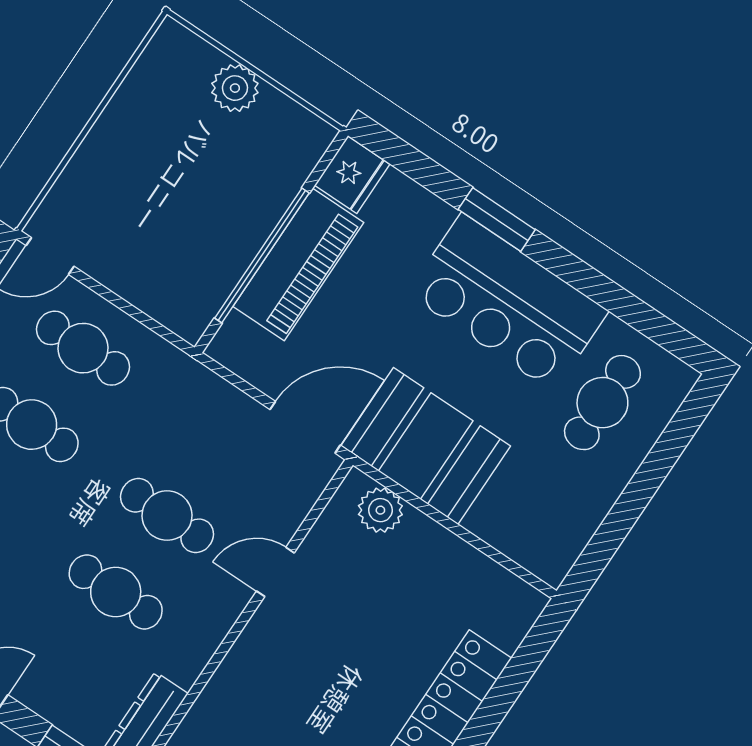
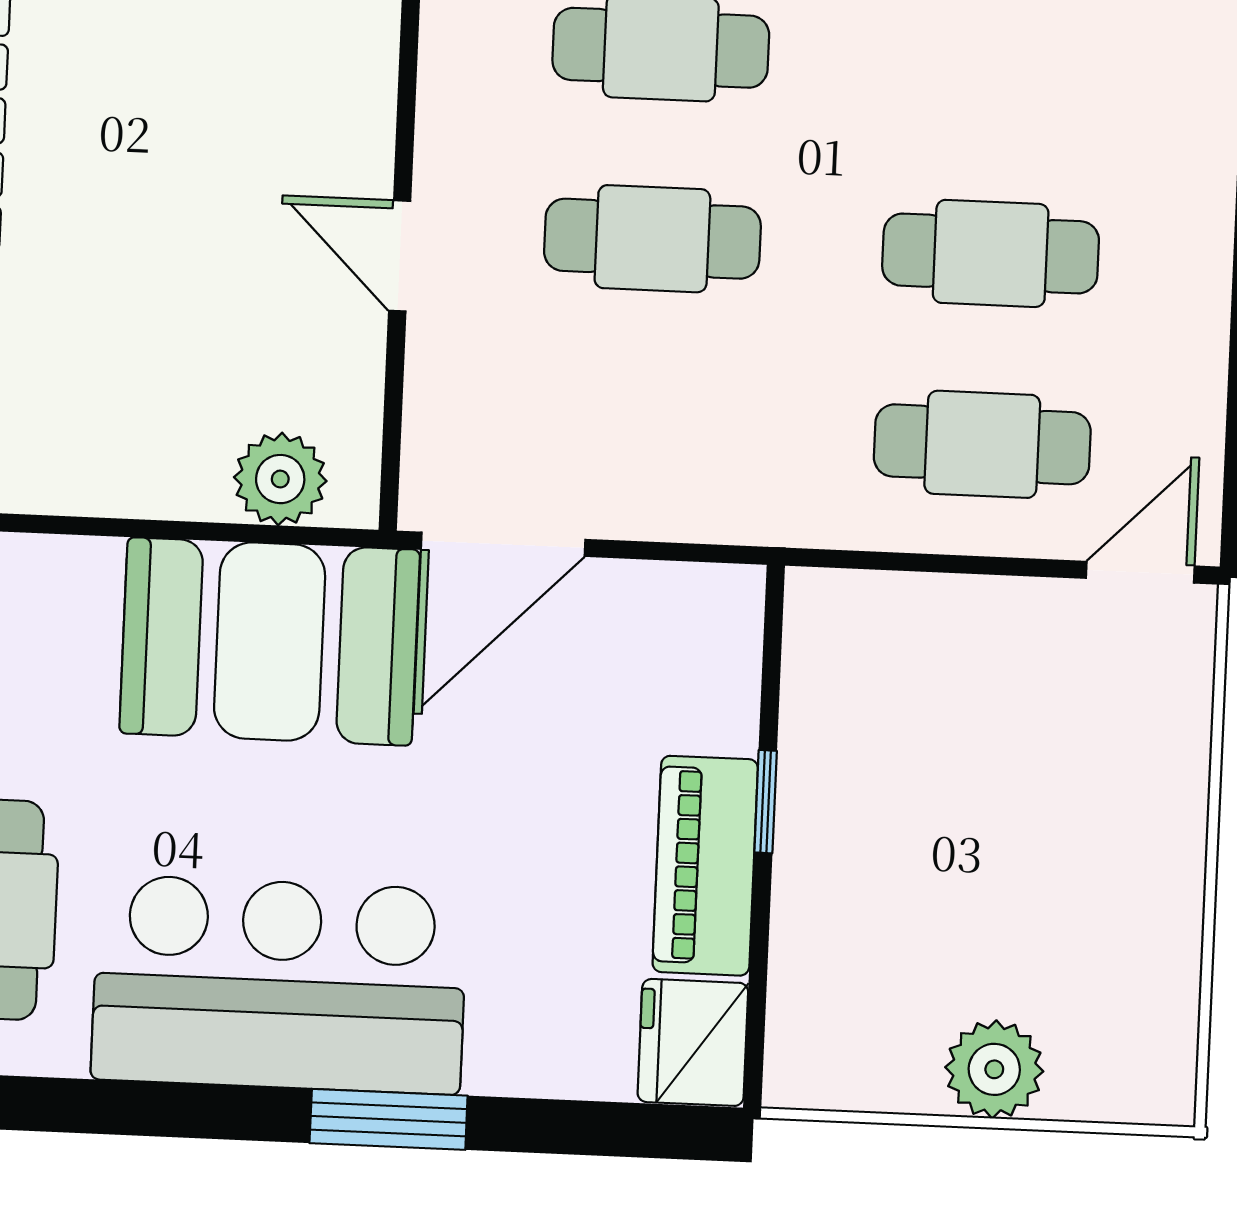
window: (262, 256) -> (766, 802), width x0.32
piano: (298, 265) -> (705, 866), width x0.73, depth x0.75
door: (275, 572) -> (400, 256), swing flipped

